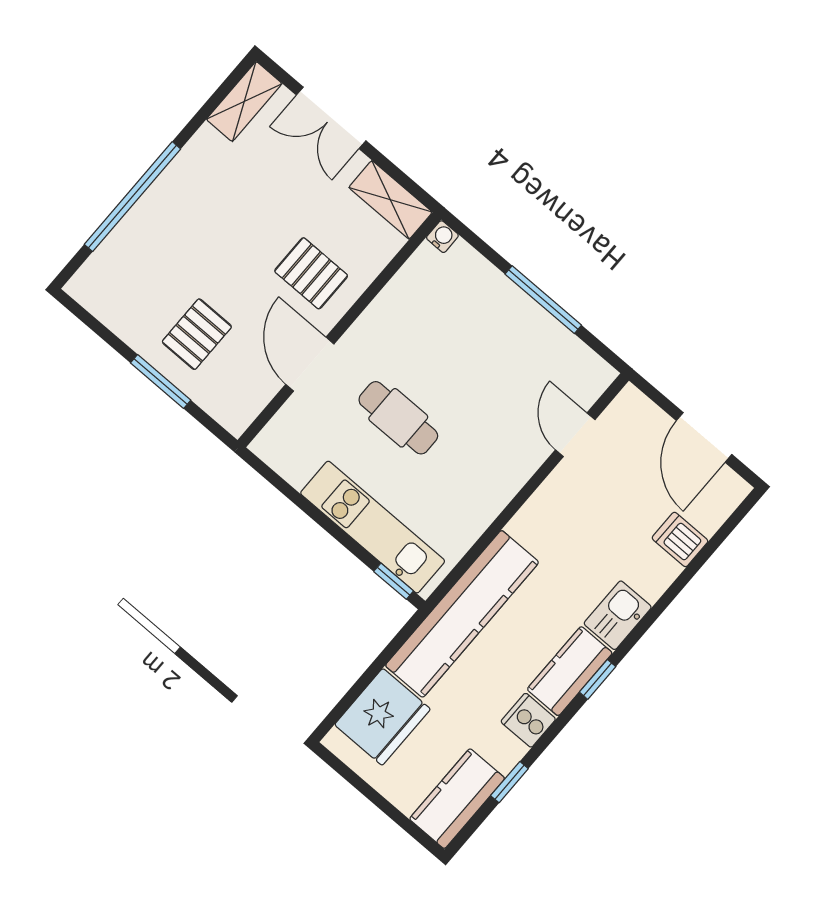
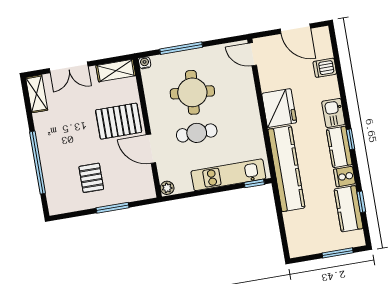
pallet: (311, 273) -> (119, 121), width x1.50, depth x1.42
window: (543, 300) -> (181, 48), moved
pallet: (197, 334) -> (91, 178), moved
round table: (459, 355) -> (192, 92), added
door: (575, 435) -> (252, 54), moved
plant: (268, 444) -> (167, 188), added
fridge: (382, 717) -> (279, 108), moved
kitchen counter: (457, 799) -> (349, 209), moved
window: (393, 813) -> (338, 253), added

